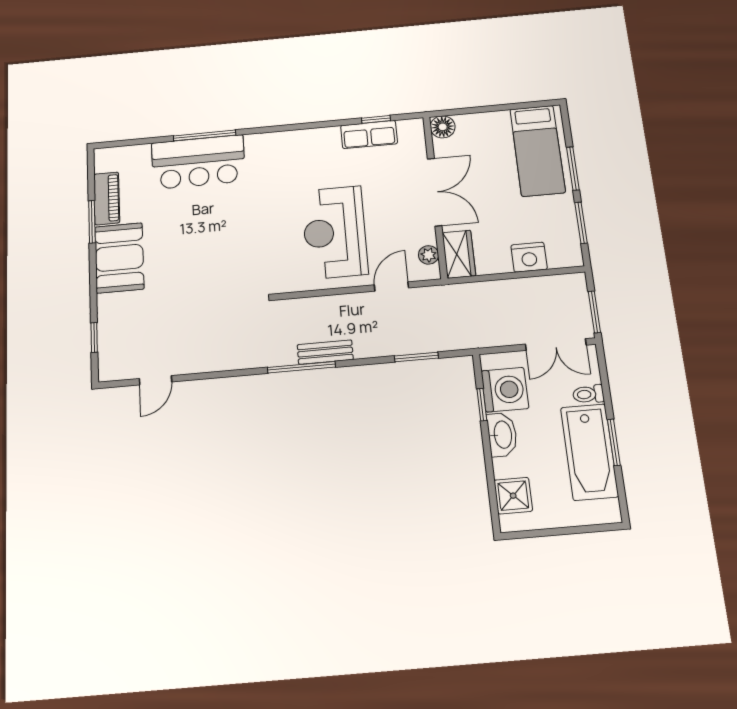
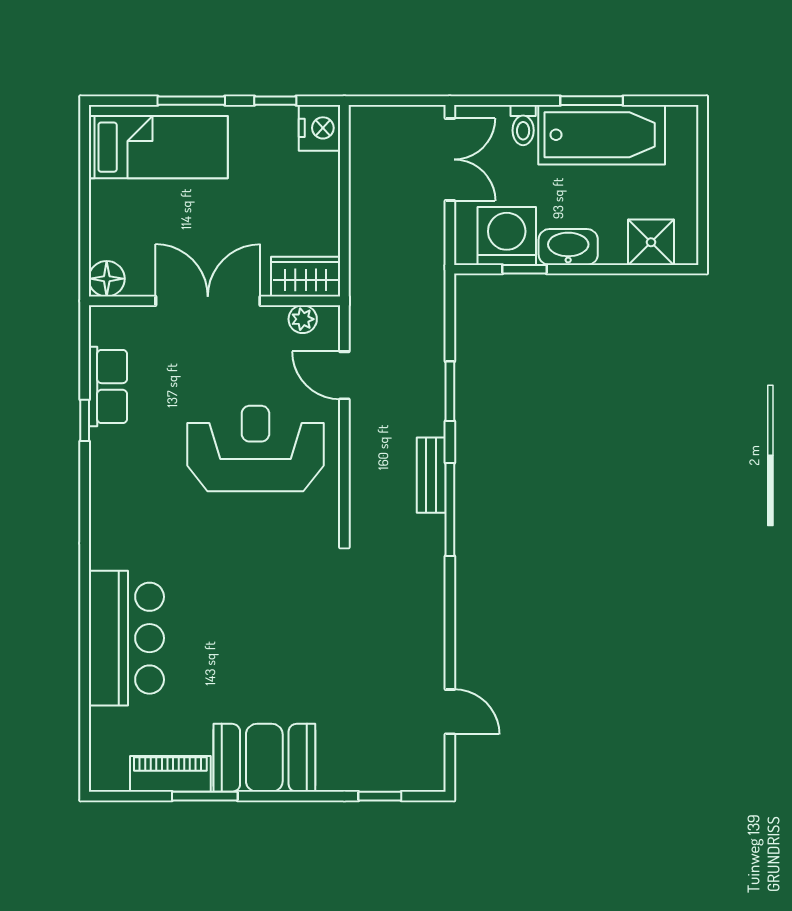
window: (376, 119) -> (85, 420), moved
window: (205, 135) -> (85, 627), removed
window: (581, 223) -> (275, 101), width x0.67
reception desk: (335, 232) -> (255, 449), turned 180
nightstand: (529, 257) -> (320, 128), moved
window: (594, 312) -> (408, 101), removed
window: (416, 357) -> (450, 391), moved

